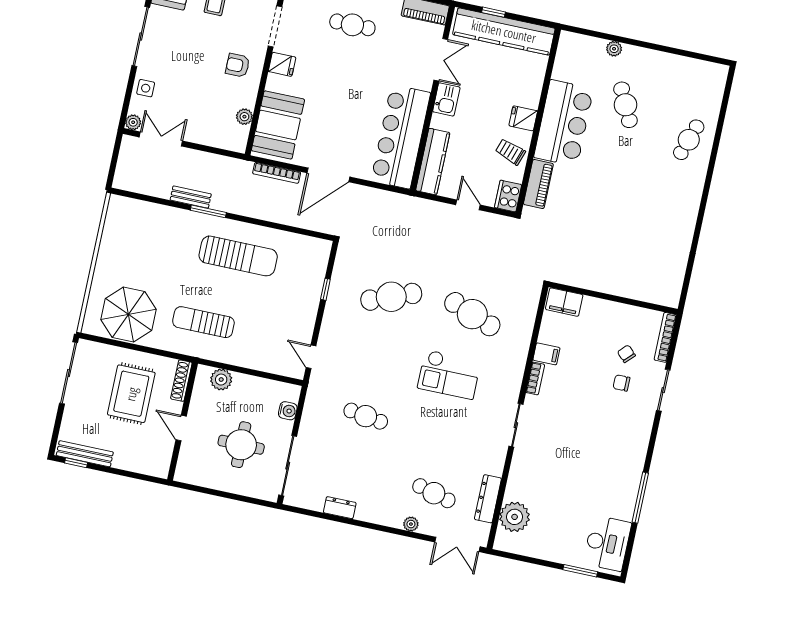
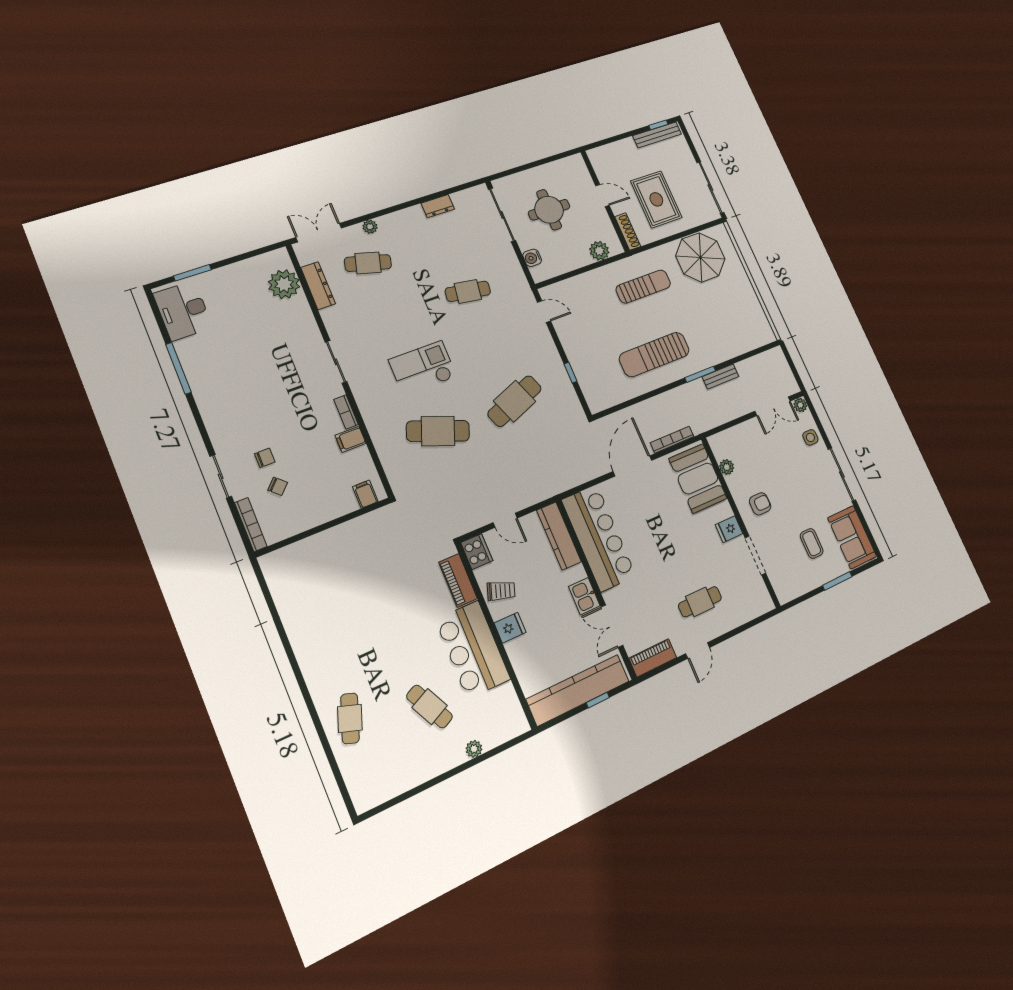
filing cabinet: (564, 302) -> (365, 494), width x0.50

